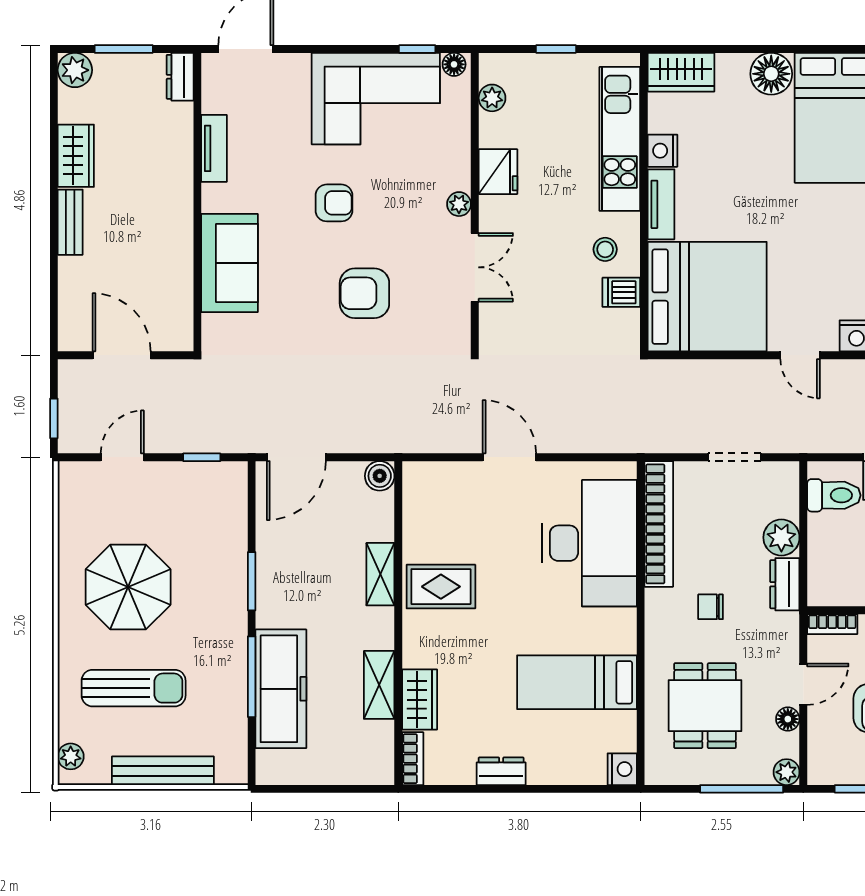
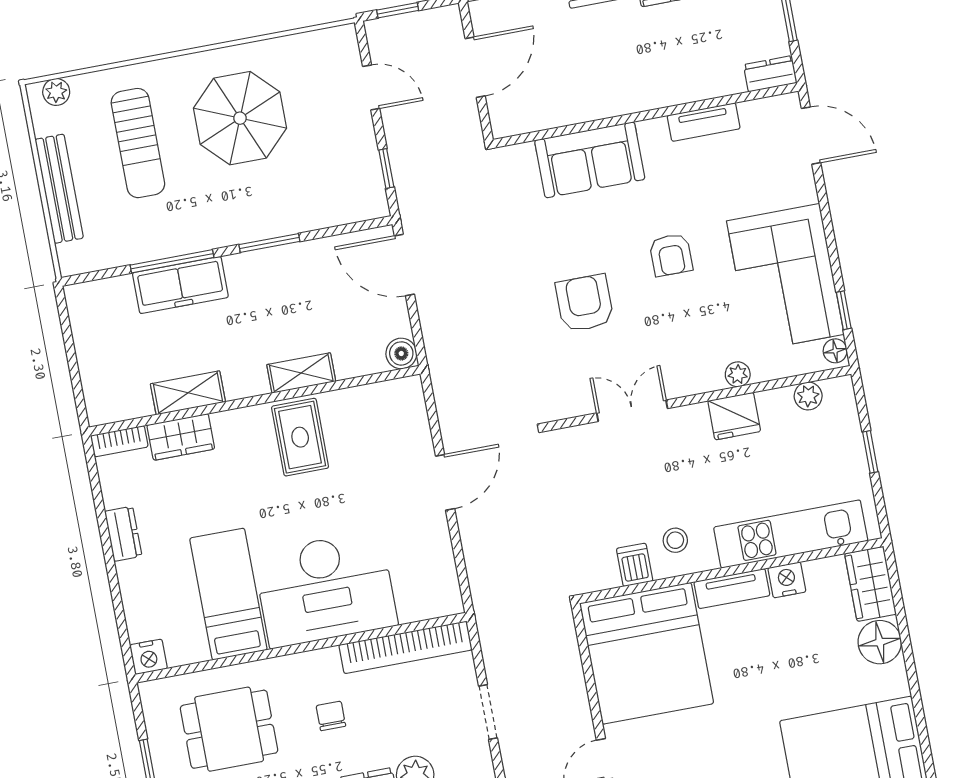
floor lamp: (771, 74) -> (880, 642), moved
plant: (459, 204) -> (738, 374), moved
double door: (475, 267) -> (632, 411), swing flipped
desk: (590, 543) -> (325, 589), moved
freezer: (281, 689) -> (180, 285), width x0.73, depth x0.79

